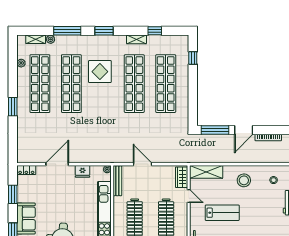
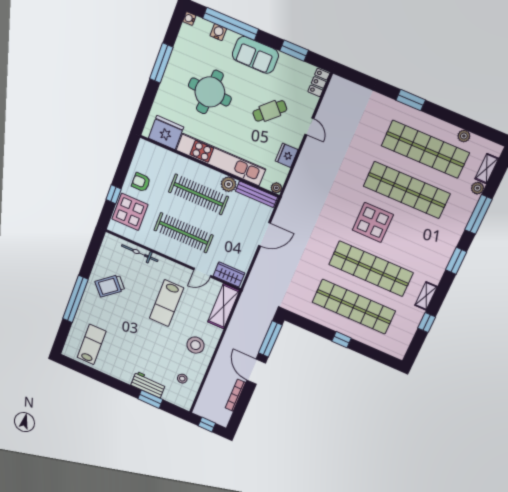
window: (193, 58) -> (342, 340), moved
display table: (100, 72) -> (373, 222), moved
door: (57, 164) -> (309, 126), width x0.53
cafe table: (58, 194) -> (270, 111), added
plant: (119, 202) -> (229, 184), added

